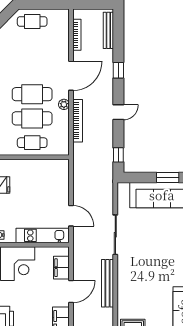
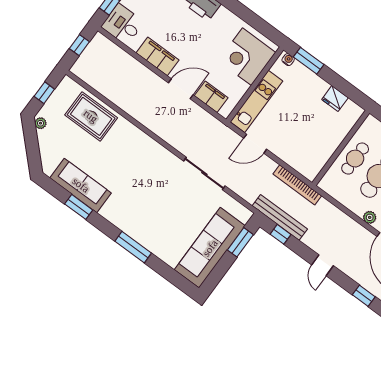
bookcase: (78, 121) -> (297, 185), moved
window: (168, 178) -> (240, 242), moved
bench: (108, 283) -> (280, 217), moved
door: (71, 292) -> (181, 89), swing flipped

